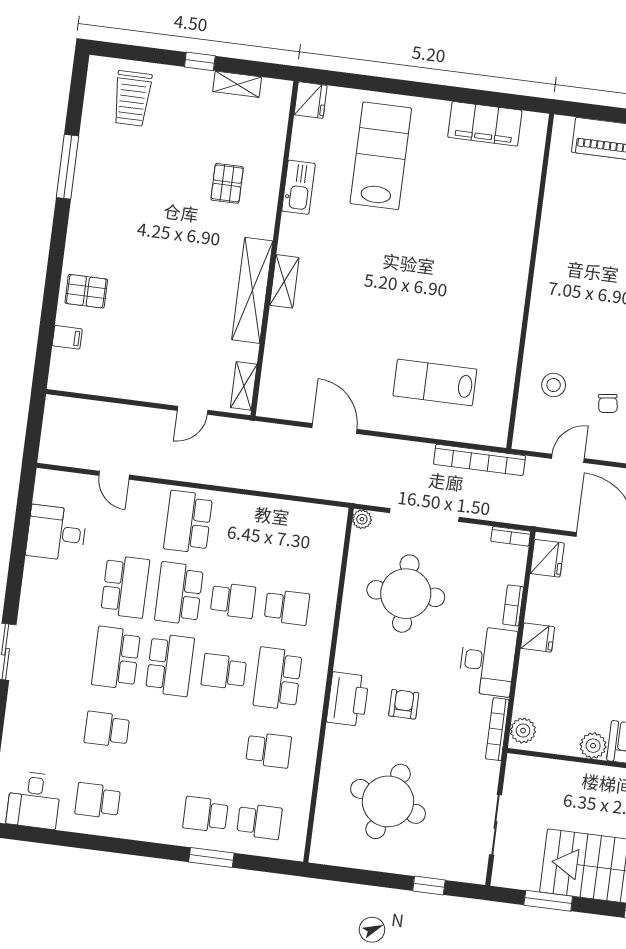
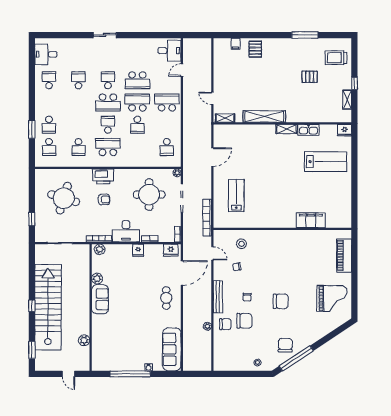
filing cabinet: (485, 124) -> (311, 220), moved, turned 90
pallet: (227, 183) -> (310, 77), moved
shelving: (284, 281) -> (287, 129), moved
desk: (56, 533) -> (169, 51), moved, turned 90
school desk: (287, 607) -> (167, 147), moved
school desk: (116, 658) -> (108, 80), width x0.54
school desk: (206, 815) -> (49, 125), turned 180
window: (548, 901) -> (32, 268), removed

